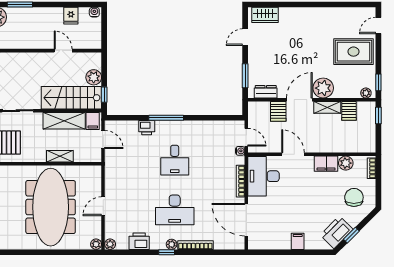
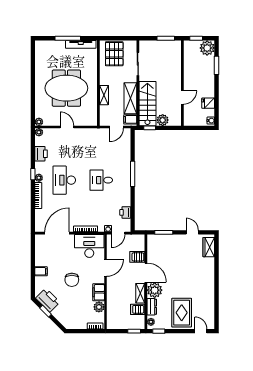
dresser: (266, 92) -> (152, 307), moved
printer: (147, 128) -> (125, 212), moved
chair: (354, 197) -> (72, 280), moved, turned 90
meeting table: (51, 207) -> (66, 88), width x0.73

